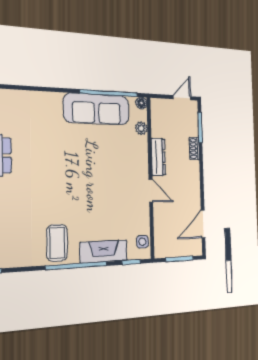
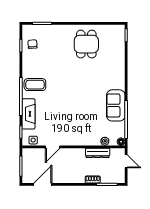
door: (182, 98) -> (126, 161), moved
sofa: (97, 109) -> (116, 105), width x0.73
dresser: (158, 157) -> (98, 153), moved
door: (151, 191) -> (53, 147), moved
door: (203, 224) -> (43, 184), hinge flipped

